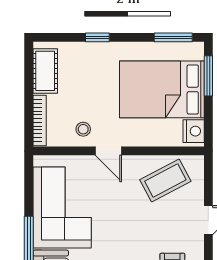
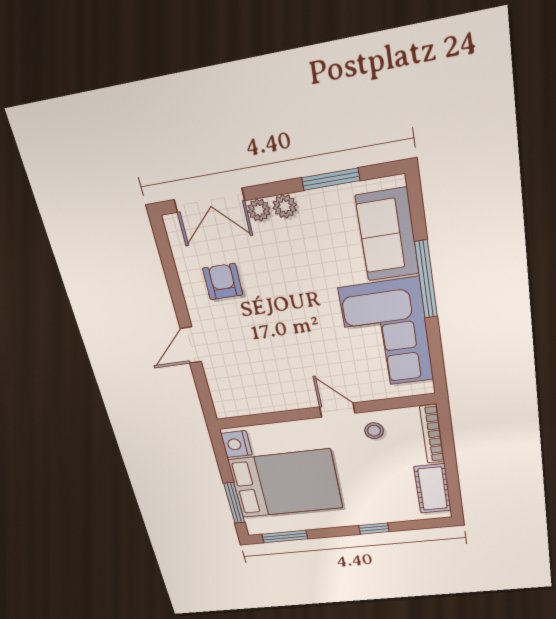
coffee table: (165, 180) -> (257, 385), removed

